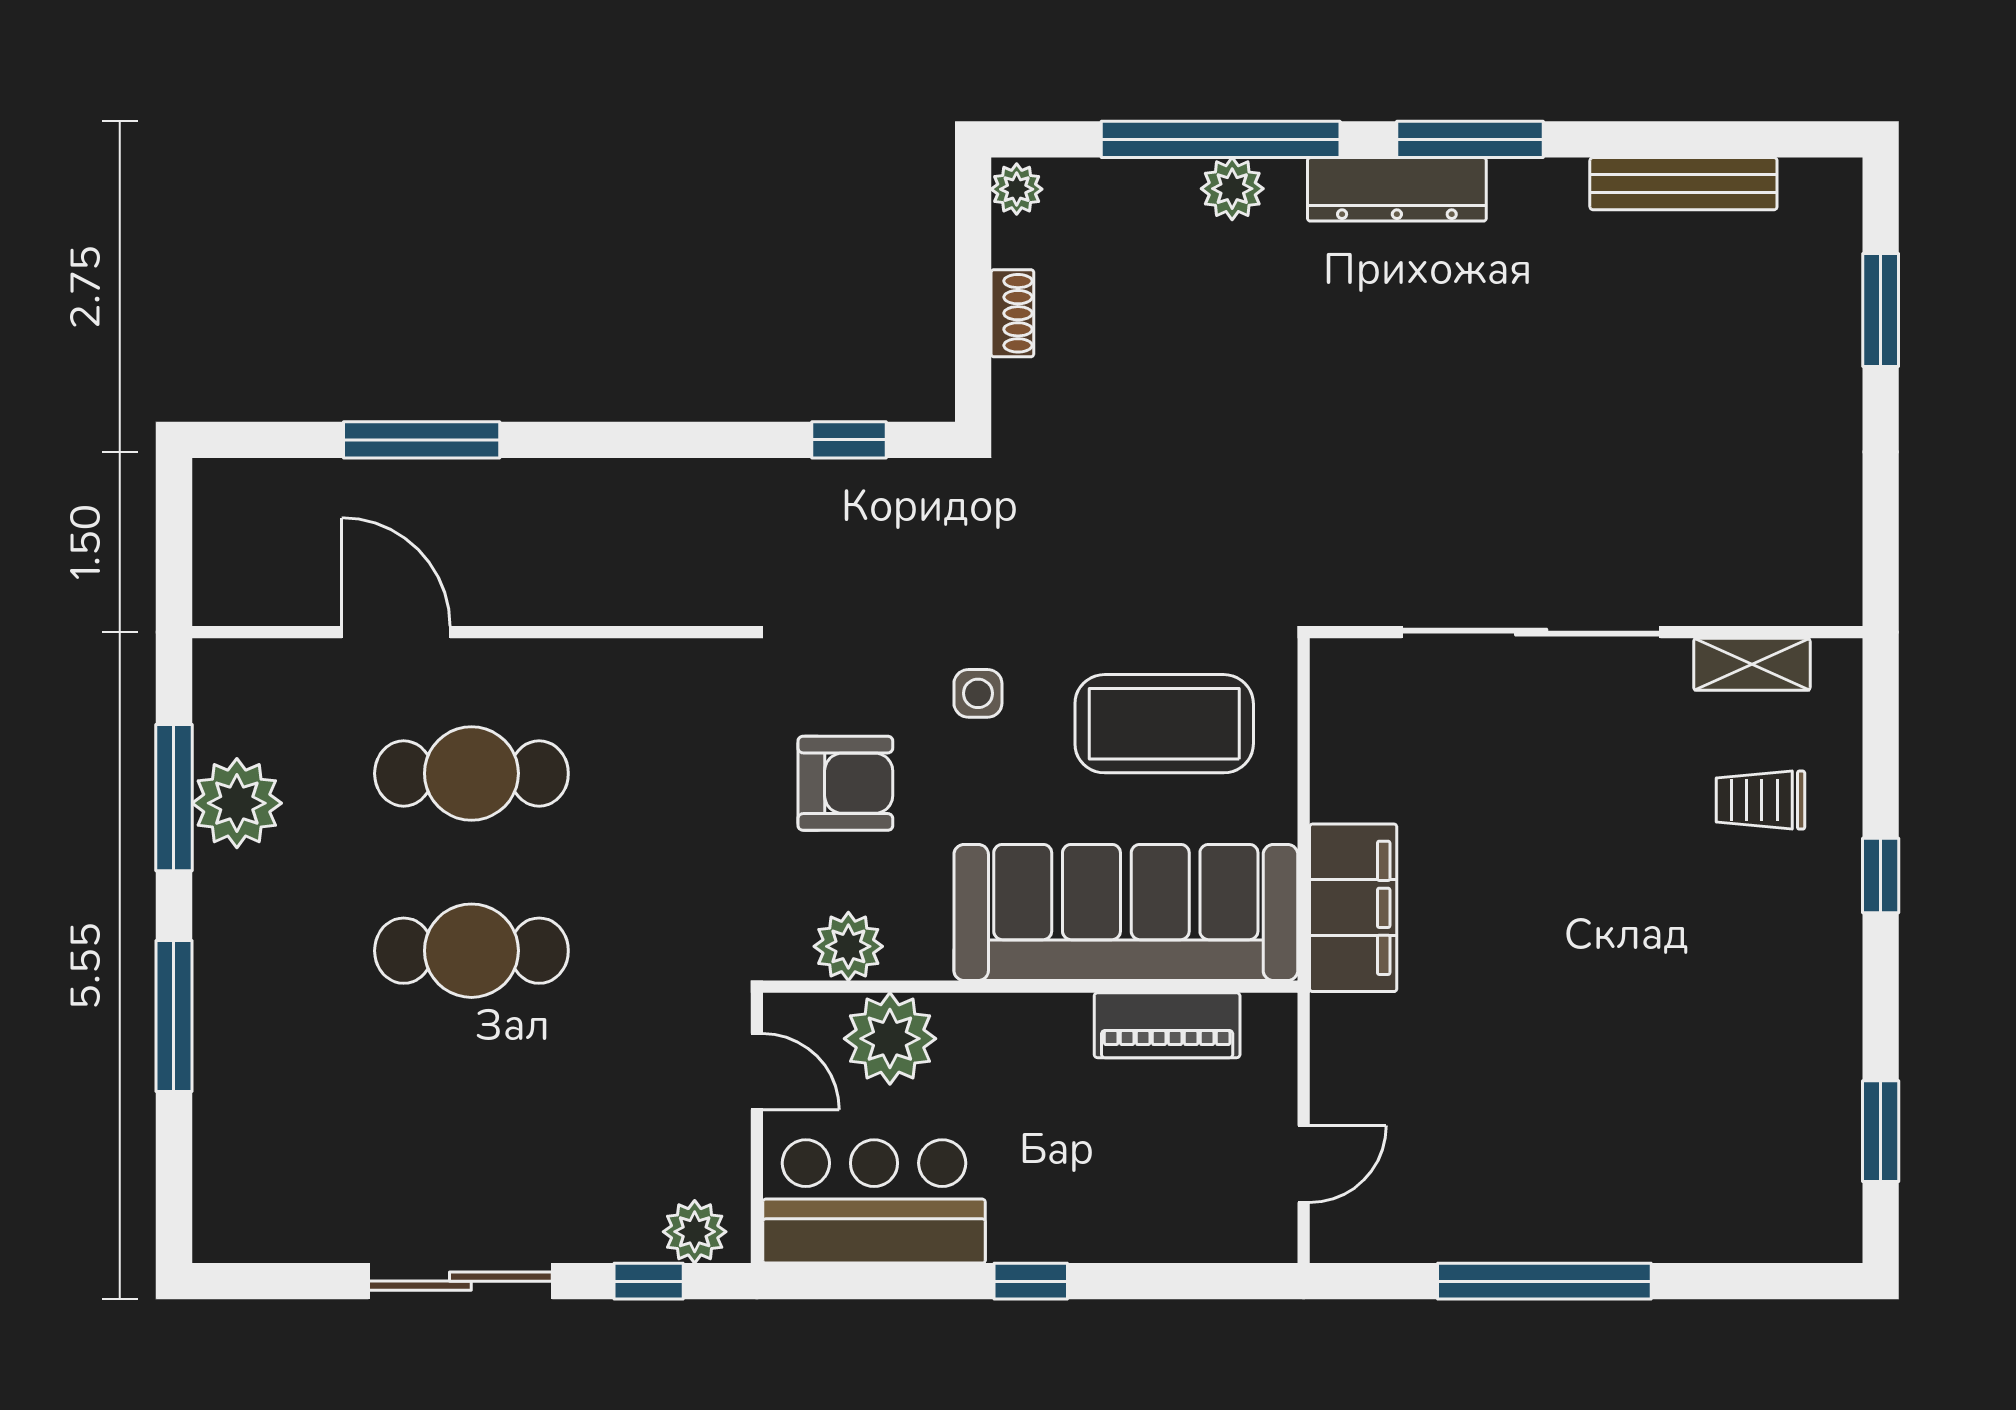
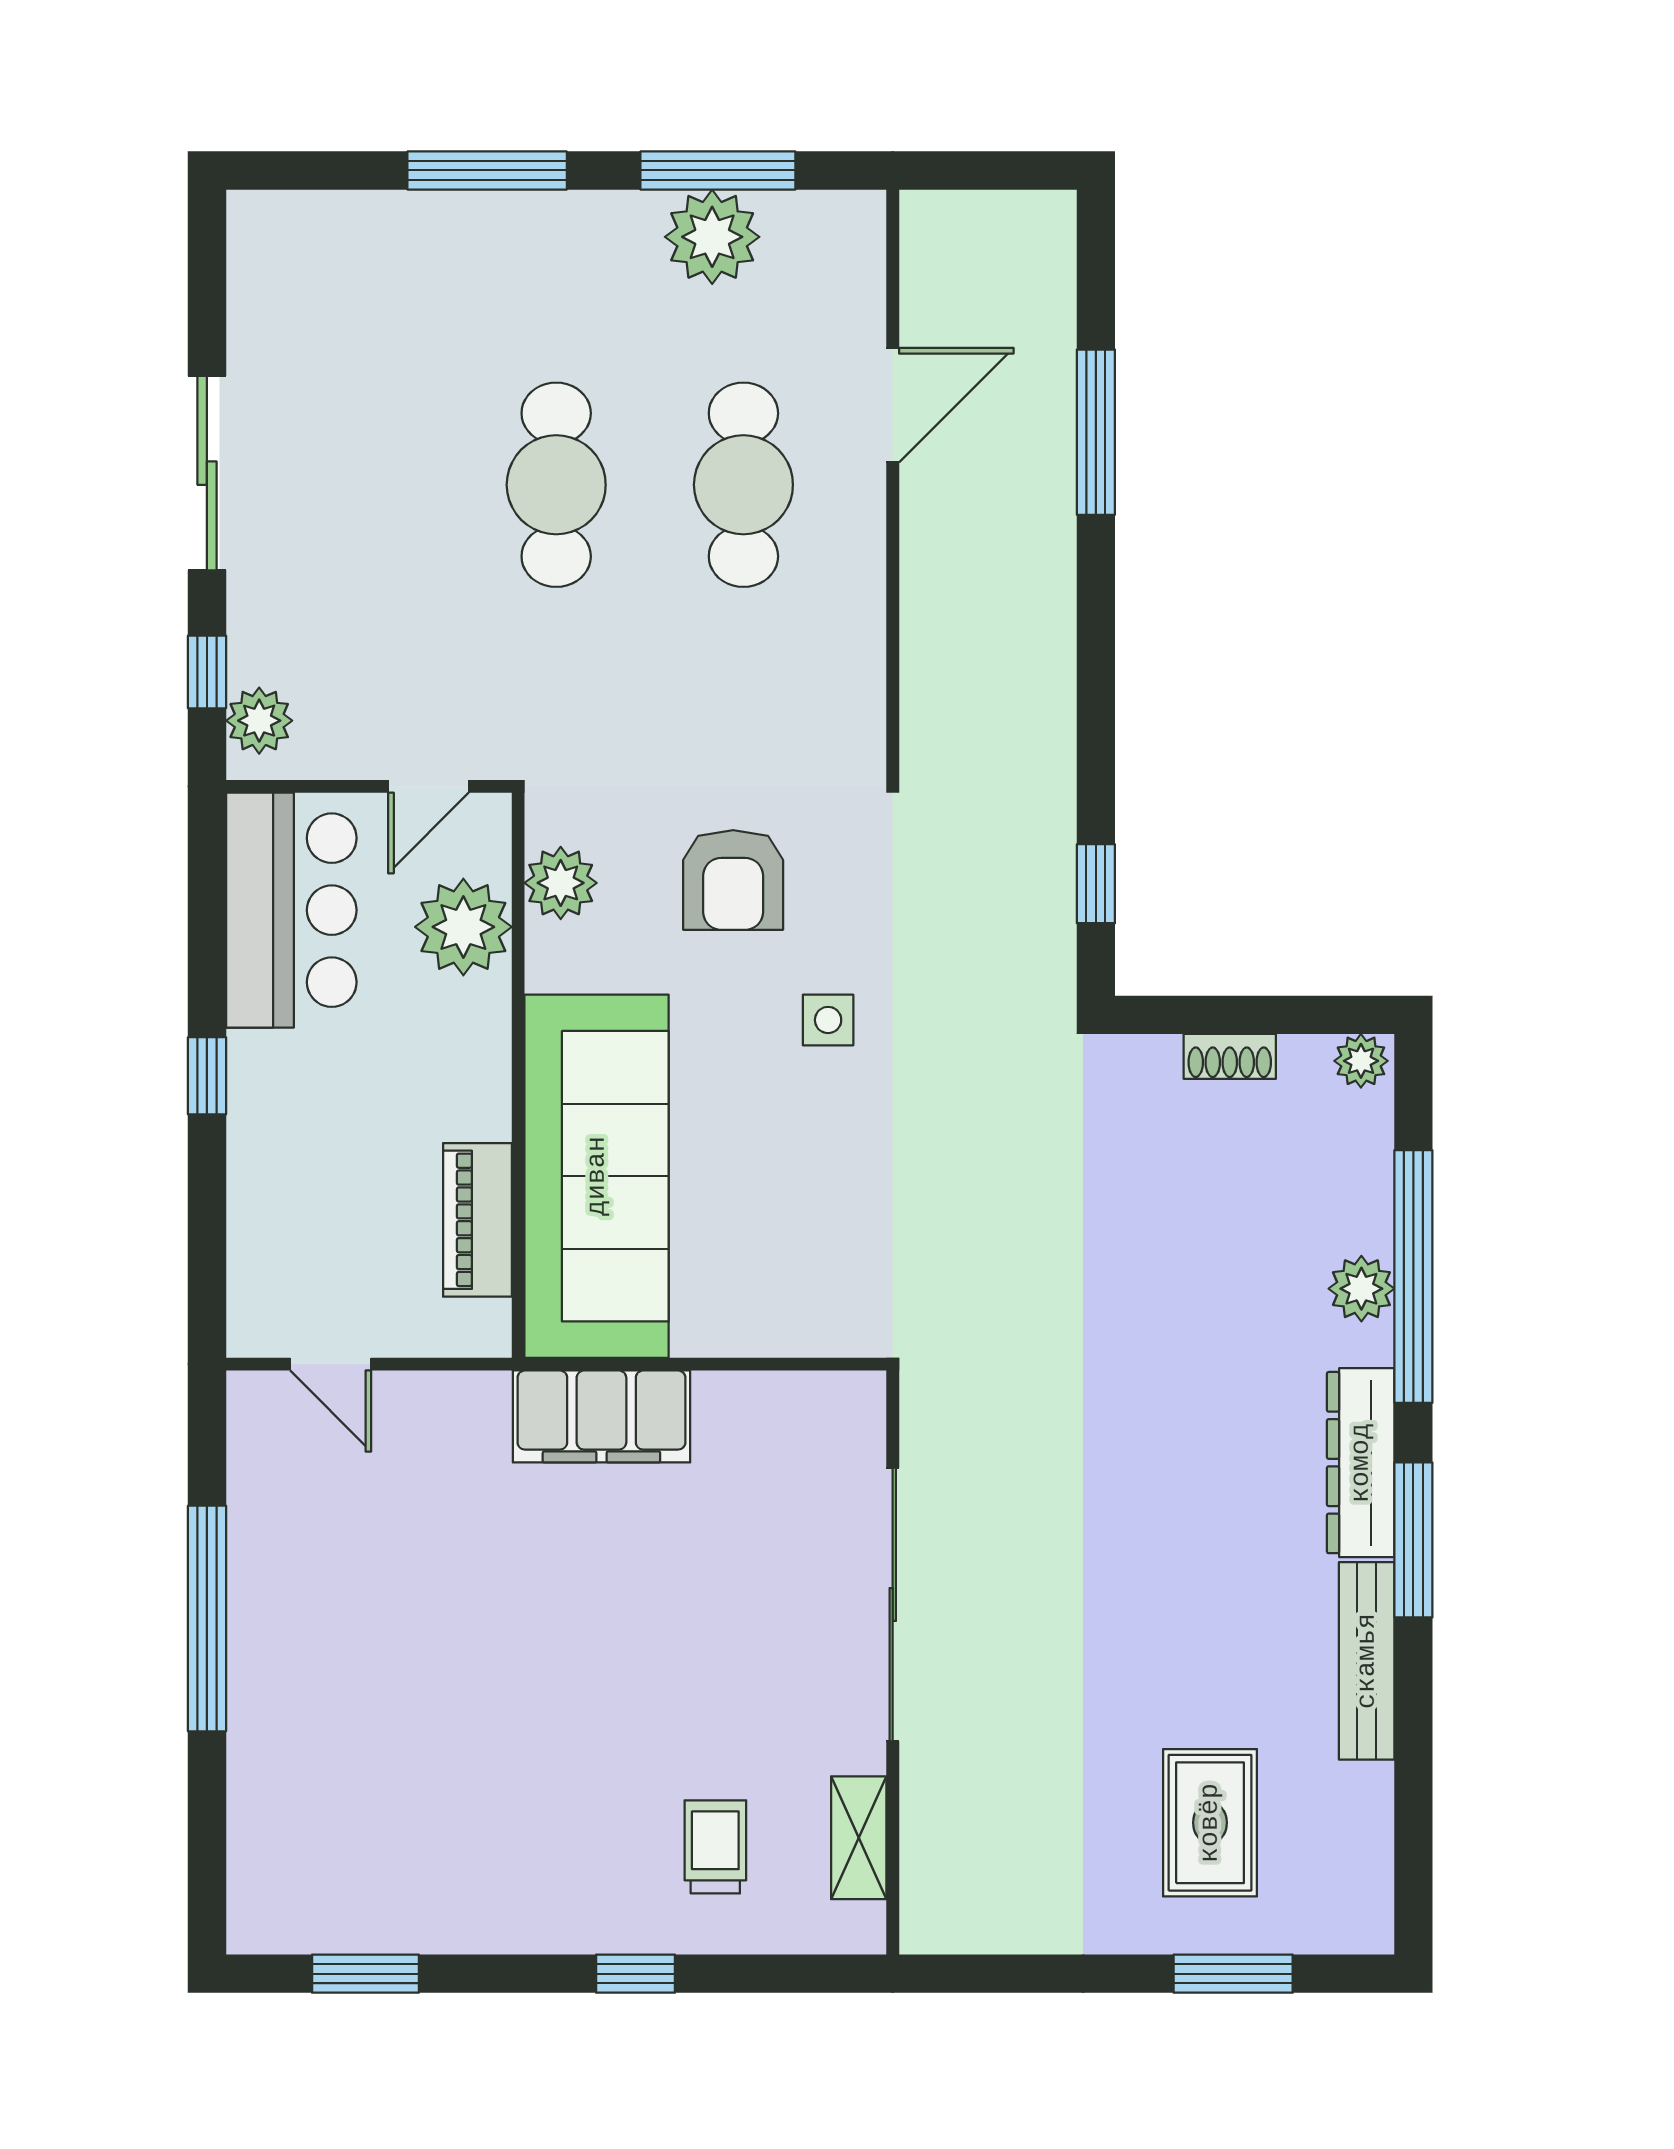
bench: (1683, 184) -> (1367, 1661), moved
rug: (1738, 332) -> (1210, 1823), added
coffee table: (1164, 724) -> (796, 1217), removed

